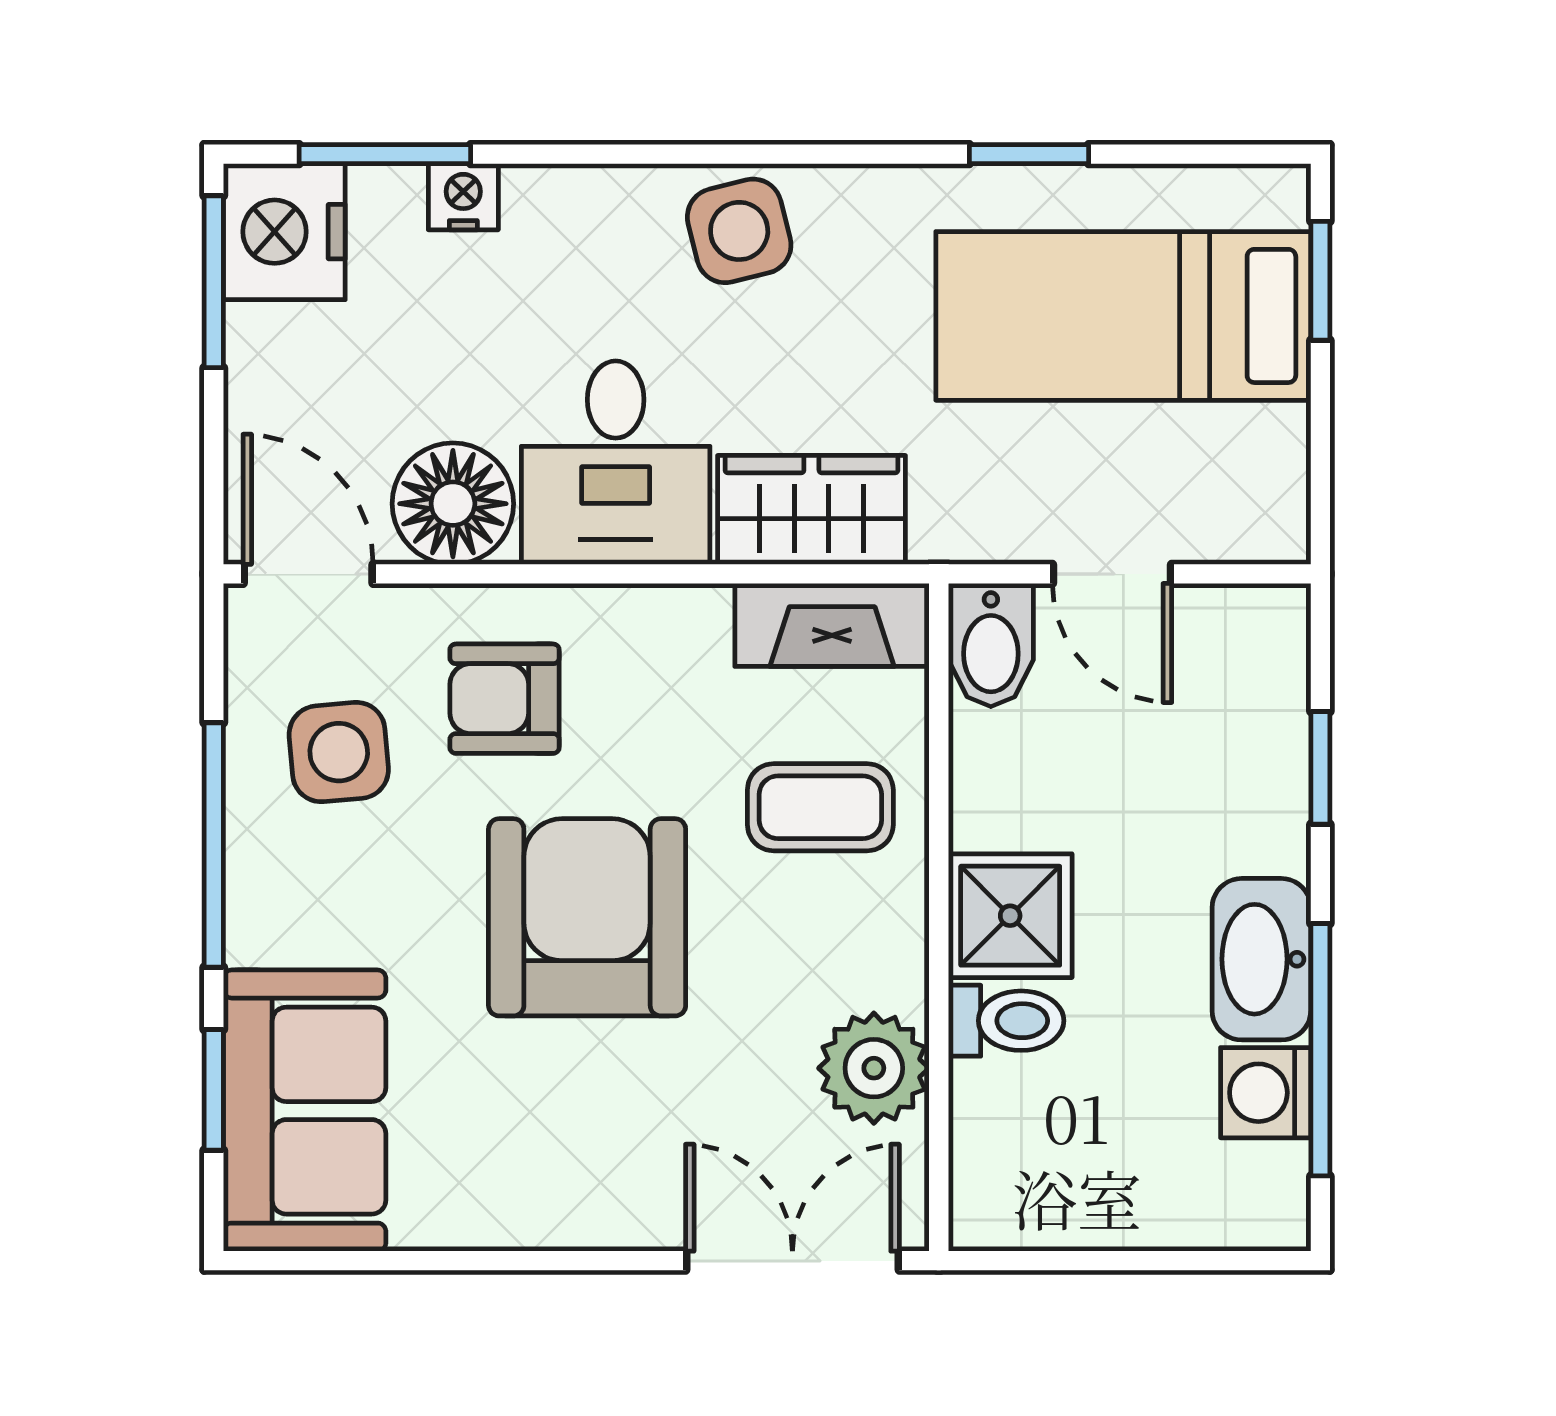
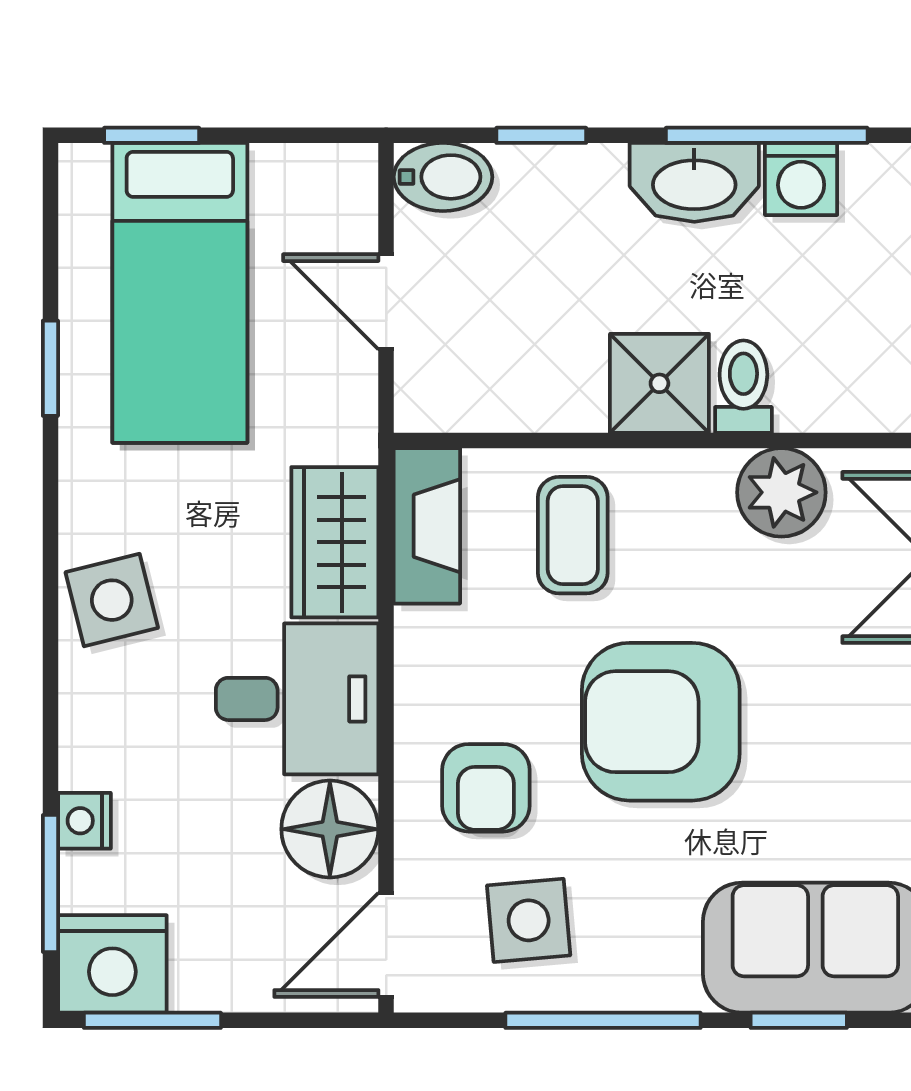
door: (1112, 574) -> (386, 302), swing flipped
bidet: (991, 645) -> (443, 177), moved

